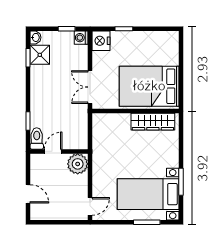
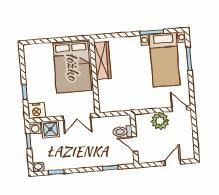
shower: (40, 55) -> (50, 129), moved
toilet: (37, 139) -> (123, 132), moved
plant: (78, 164) -> (160, 121), moved

